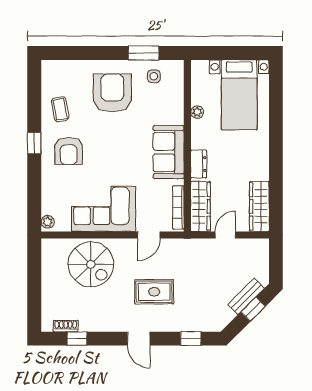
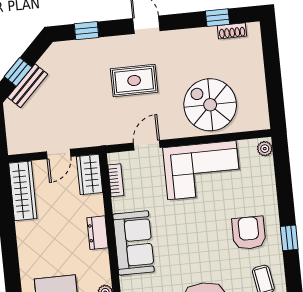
wardrobe: (201, 206) -> (90, 174), width x0.67
bookcase: (178, 207) -> (116, 180), width x0.64

